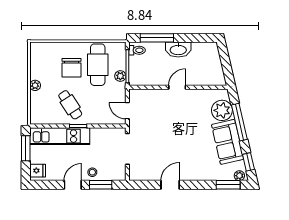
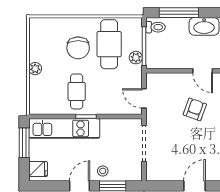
door: (177, 87) -> (203, 71), swing flipped
cafe table: (70, 105) -> (77, 91), turned 33
armchair: (170, 120) -> (195, 109), added

